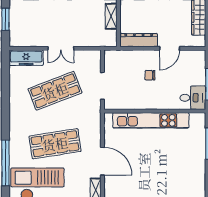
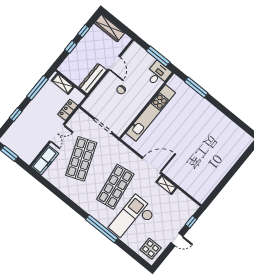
locker: (91, 41) -> (68, 110), added

